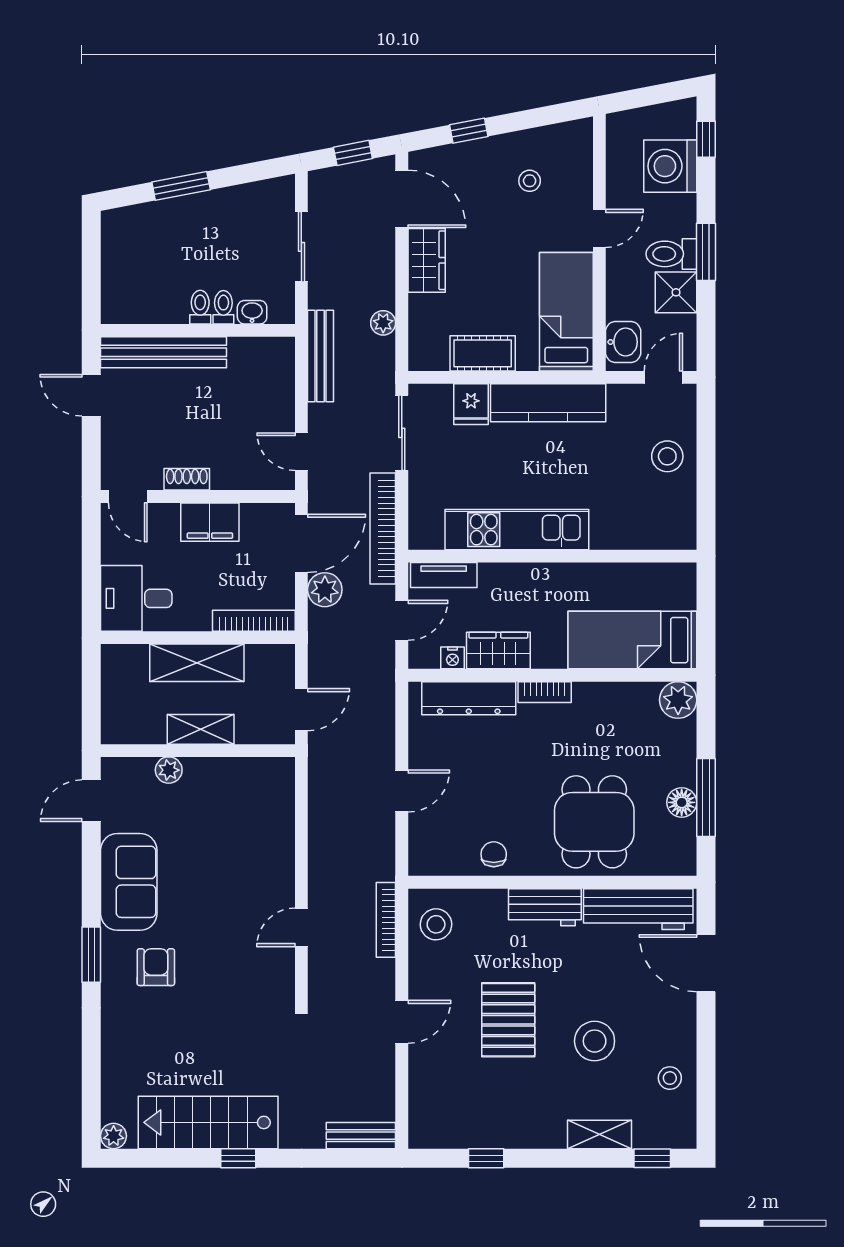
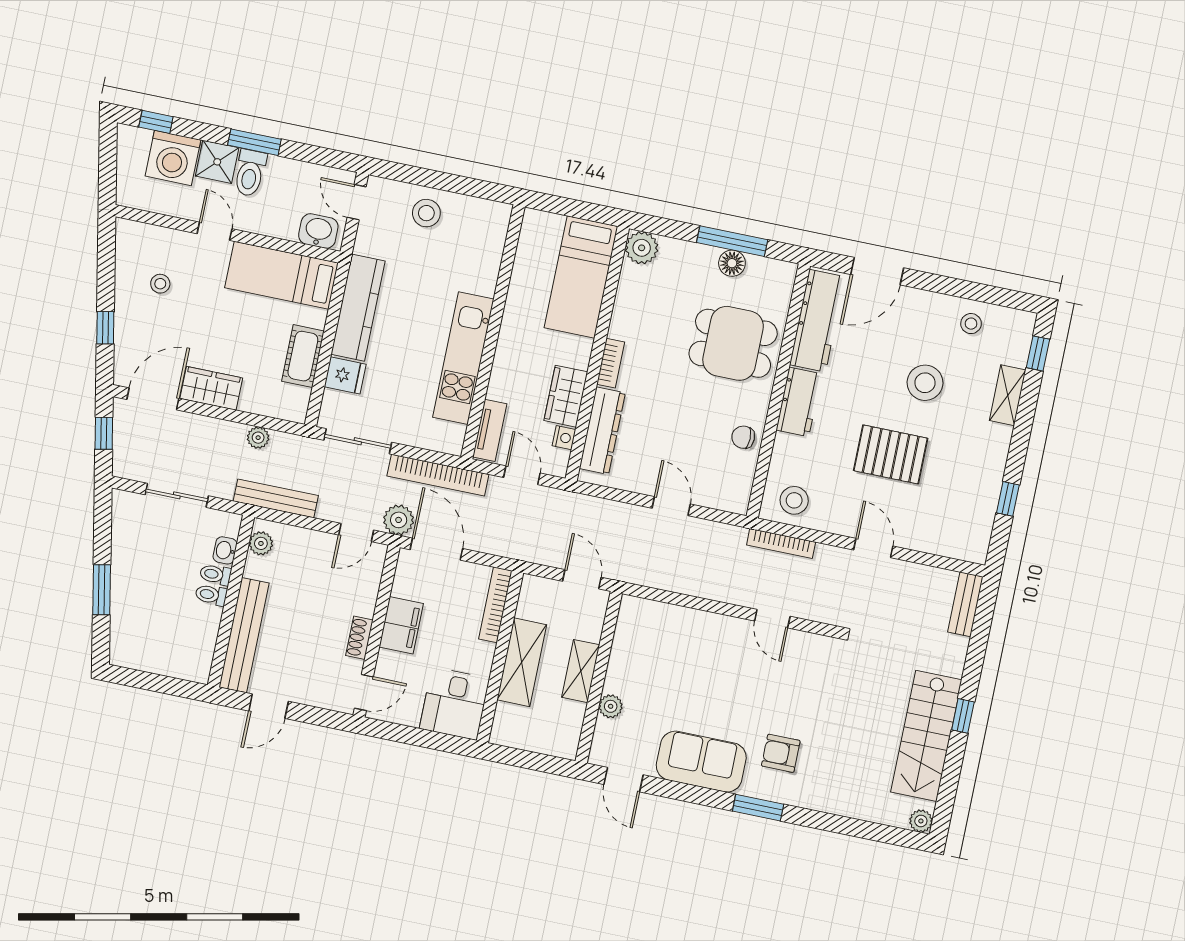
shower: (676, 292) -> (217, 162), moved
plant: (268, 350) -> (261, 543), added
plant: (325, 590) -> (399, 520), moved

